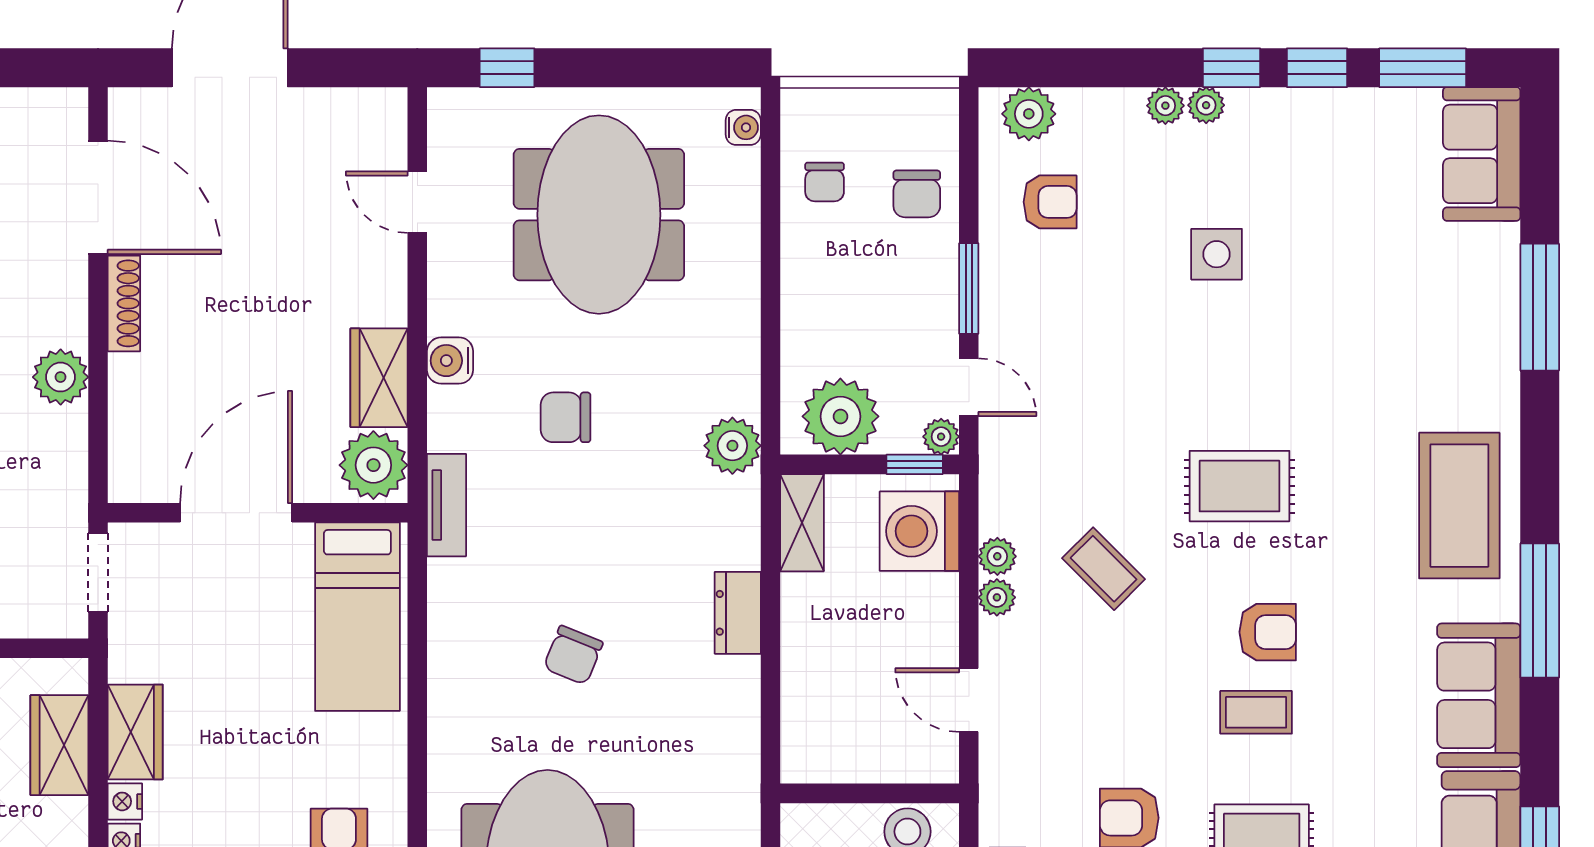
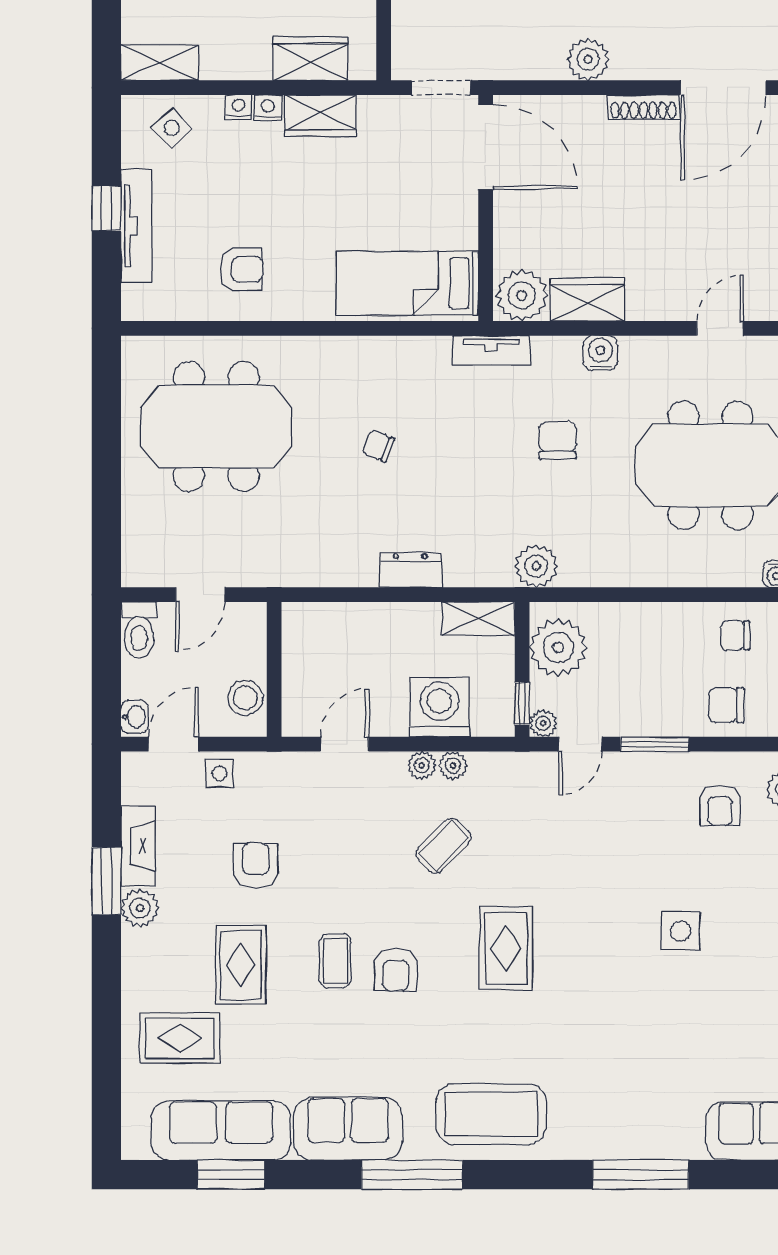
door: (236, 513) -> (486, 147), moved
washing machine: (919, 531) -> (439, 707), moved
chair: (573, 655) -> (378, 446), width x0.73, depth x0.73

